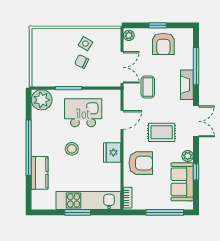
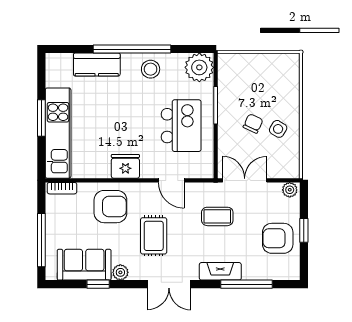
double door: (122, 67) -> (245, 180), swing flipped
stool: (72, 149) -> (151, 69), moved
armchair: (141, 163) -> (110, 207), turned -90

